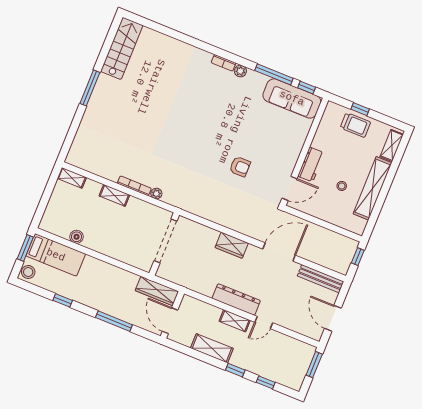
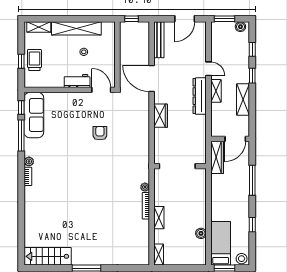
boiler: (298, 379) -> (240, 27), added

